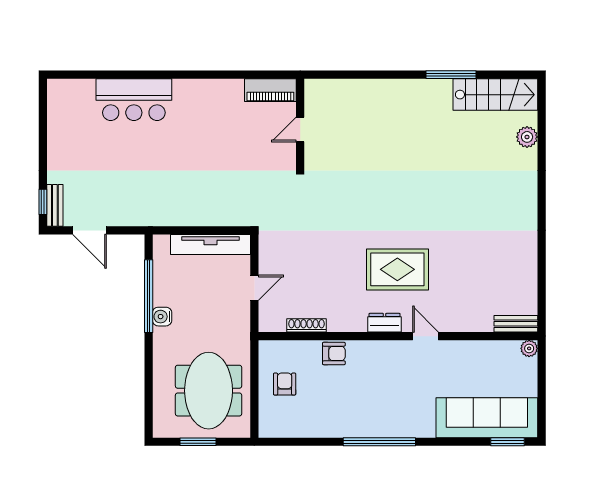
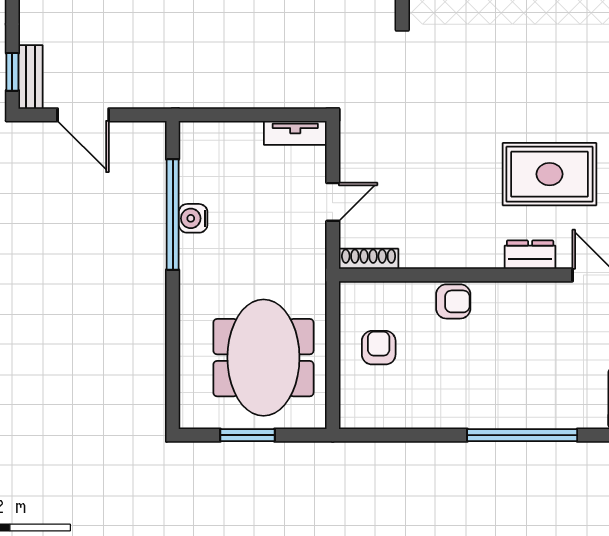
tv unit: (210, 244) -> (295, 133), width x0.52, depth x0.78
water cooler: (162, 317) -> (193, 218), moved
shoe rack: (307, 325) -> (369, 259), moved

